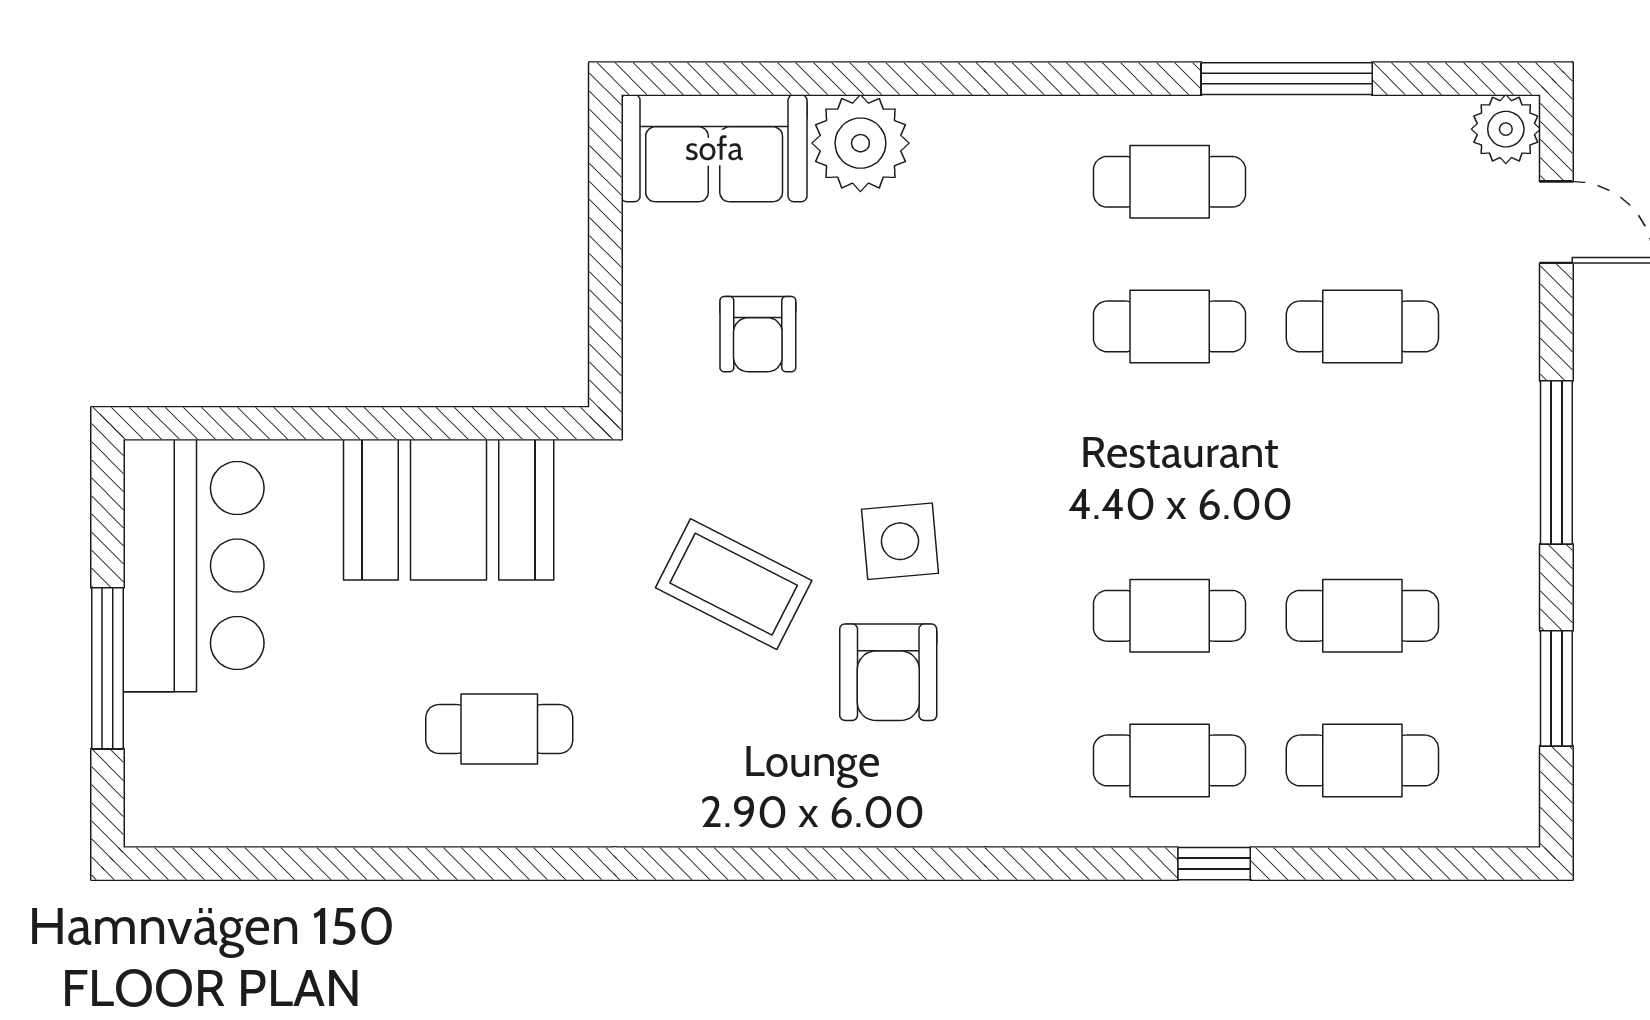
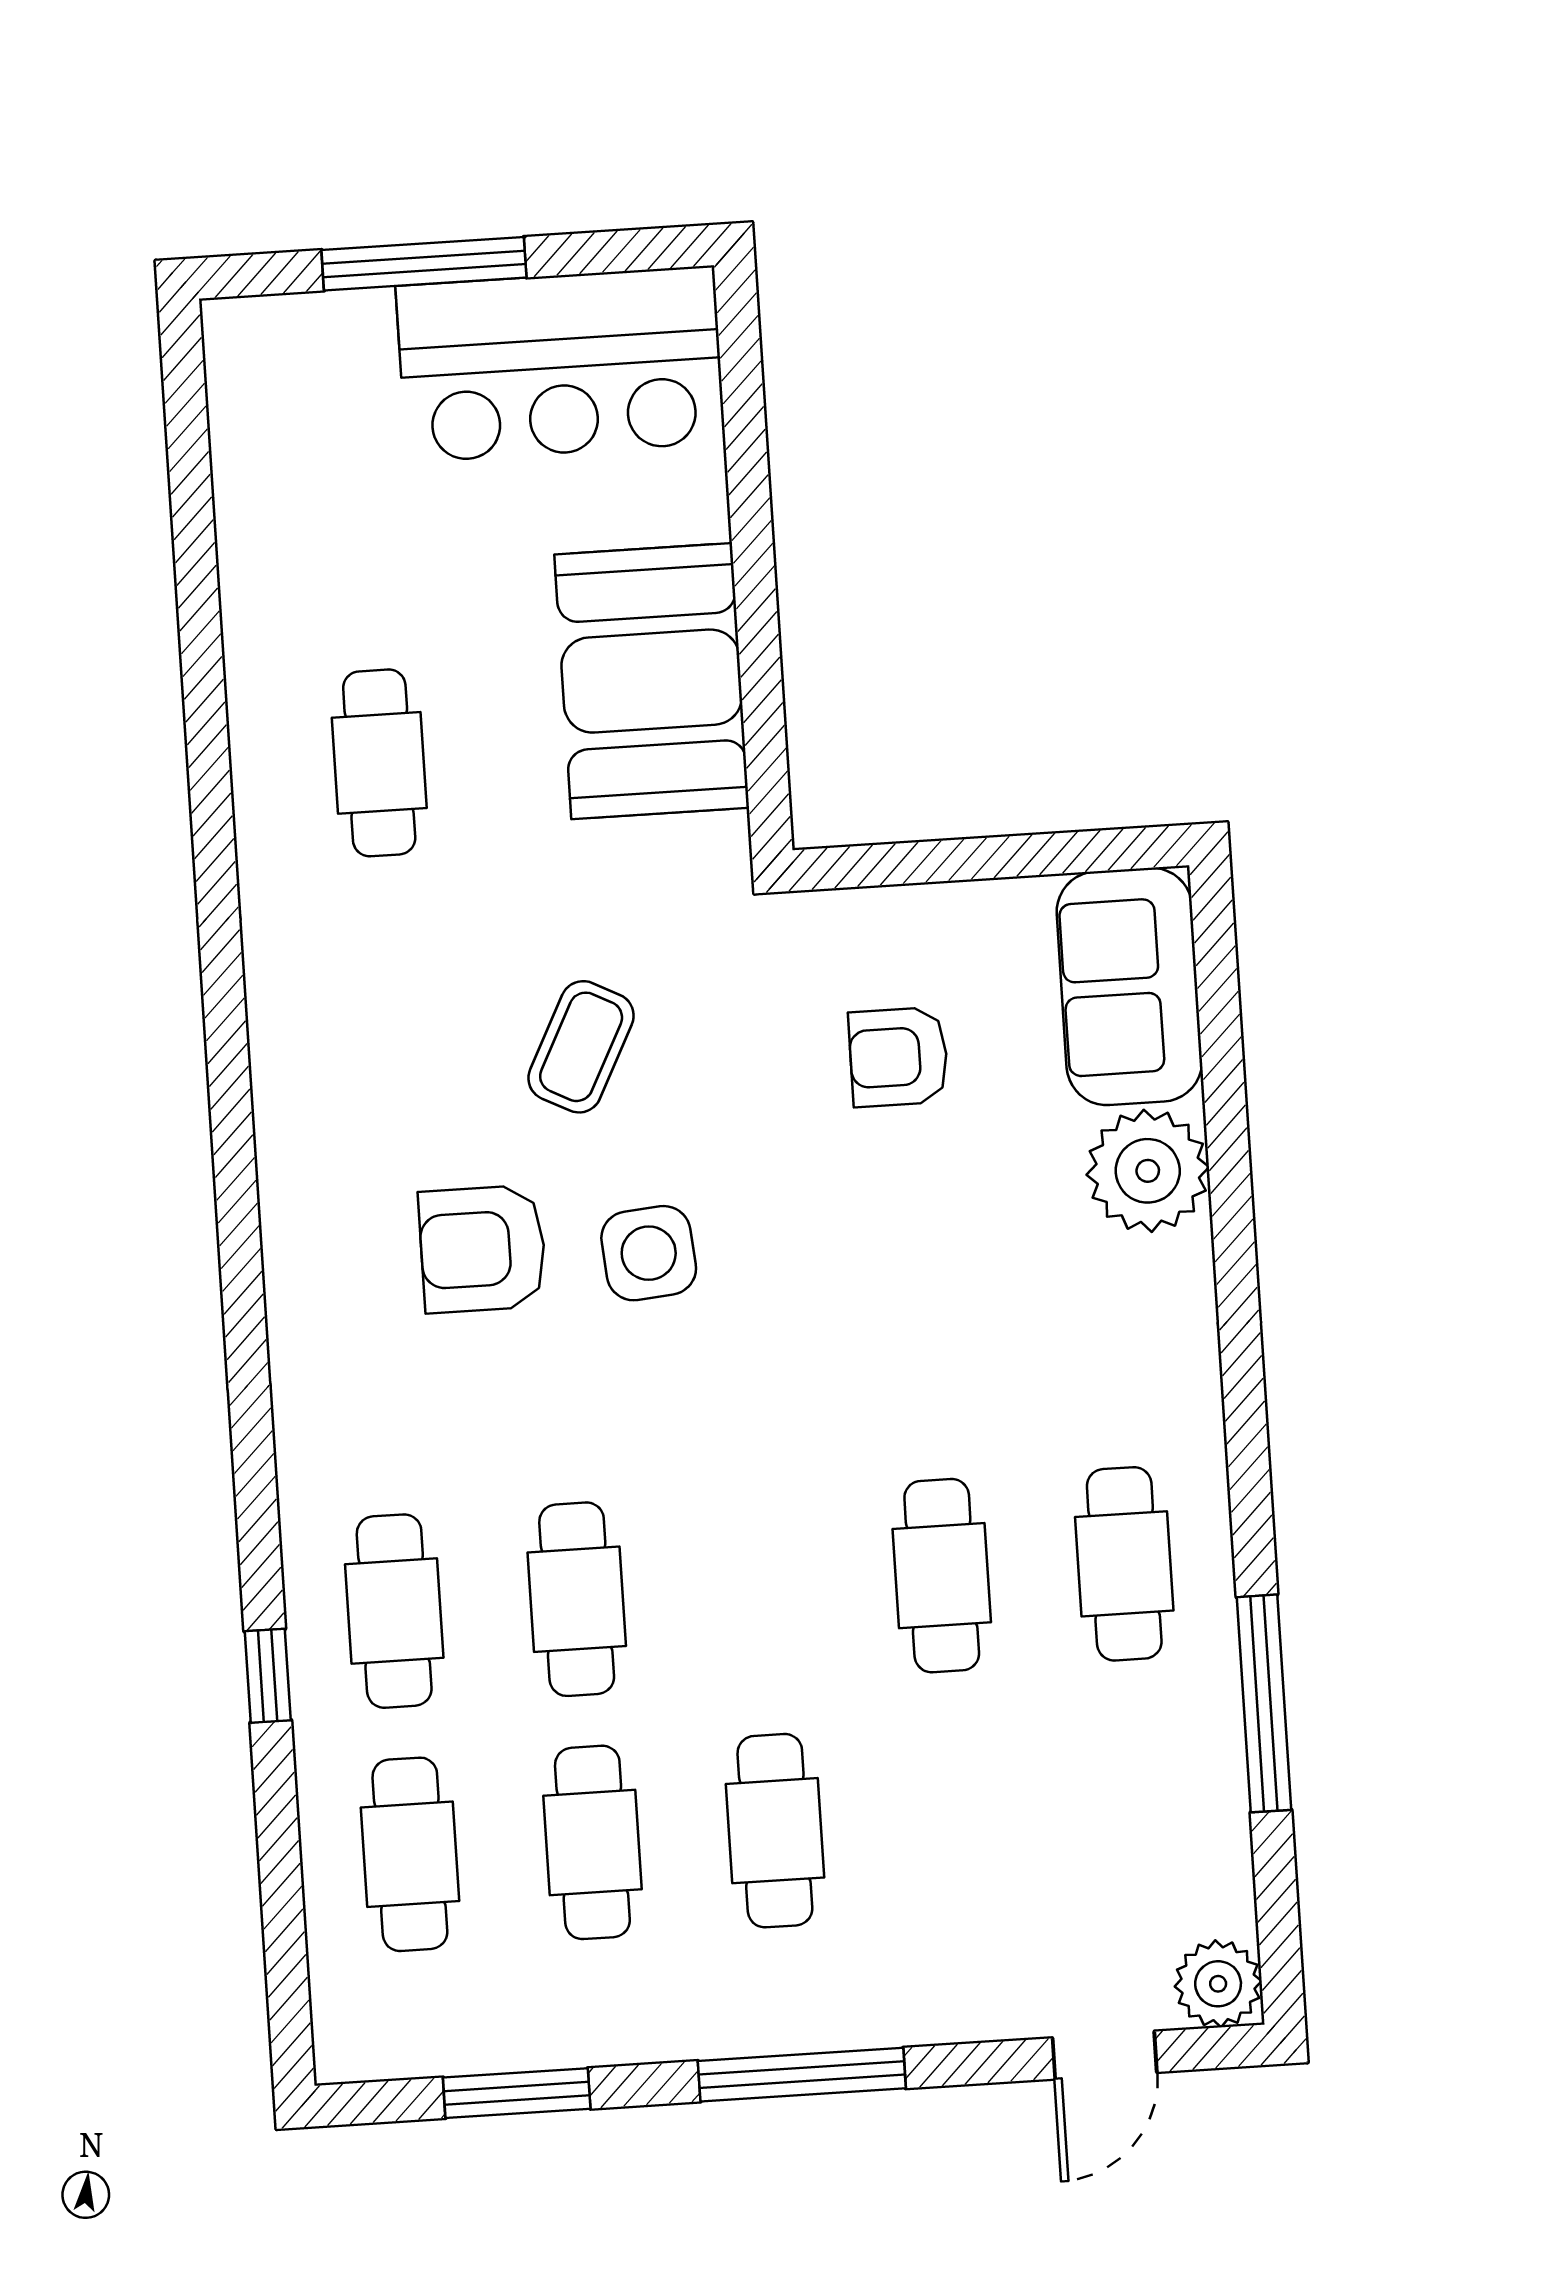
cafe table: (1362, 326) -> (775, 1831), moved
coffee table: (734, 584) -> (581, 1047), width x0.73, depth x0.77

